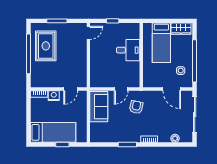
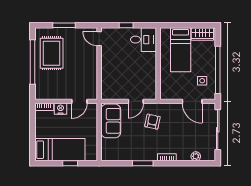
door: (88, 33) -> (99, 39), swing flipped
desk: (128, 50) -> (143, 40), moved

